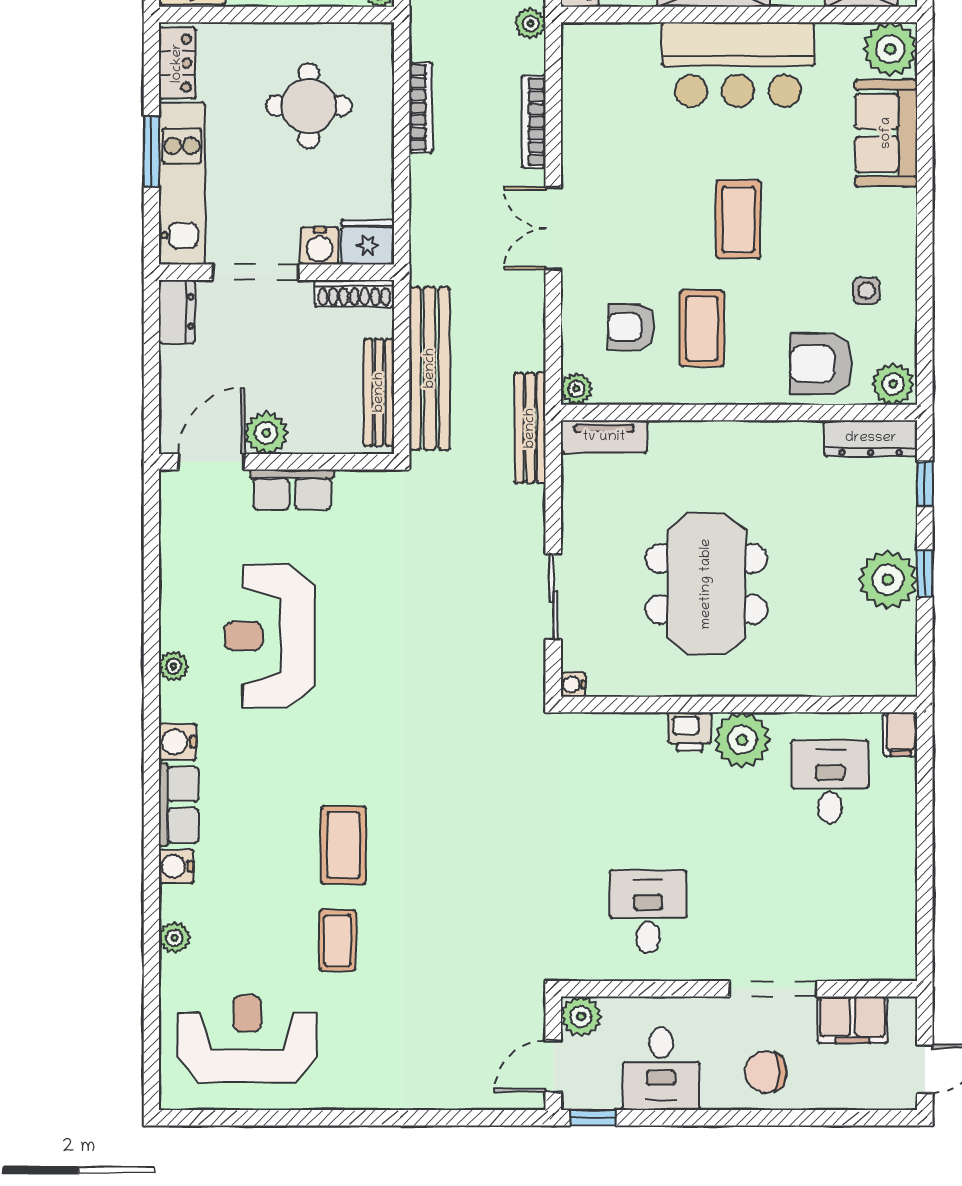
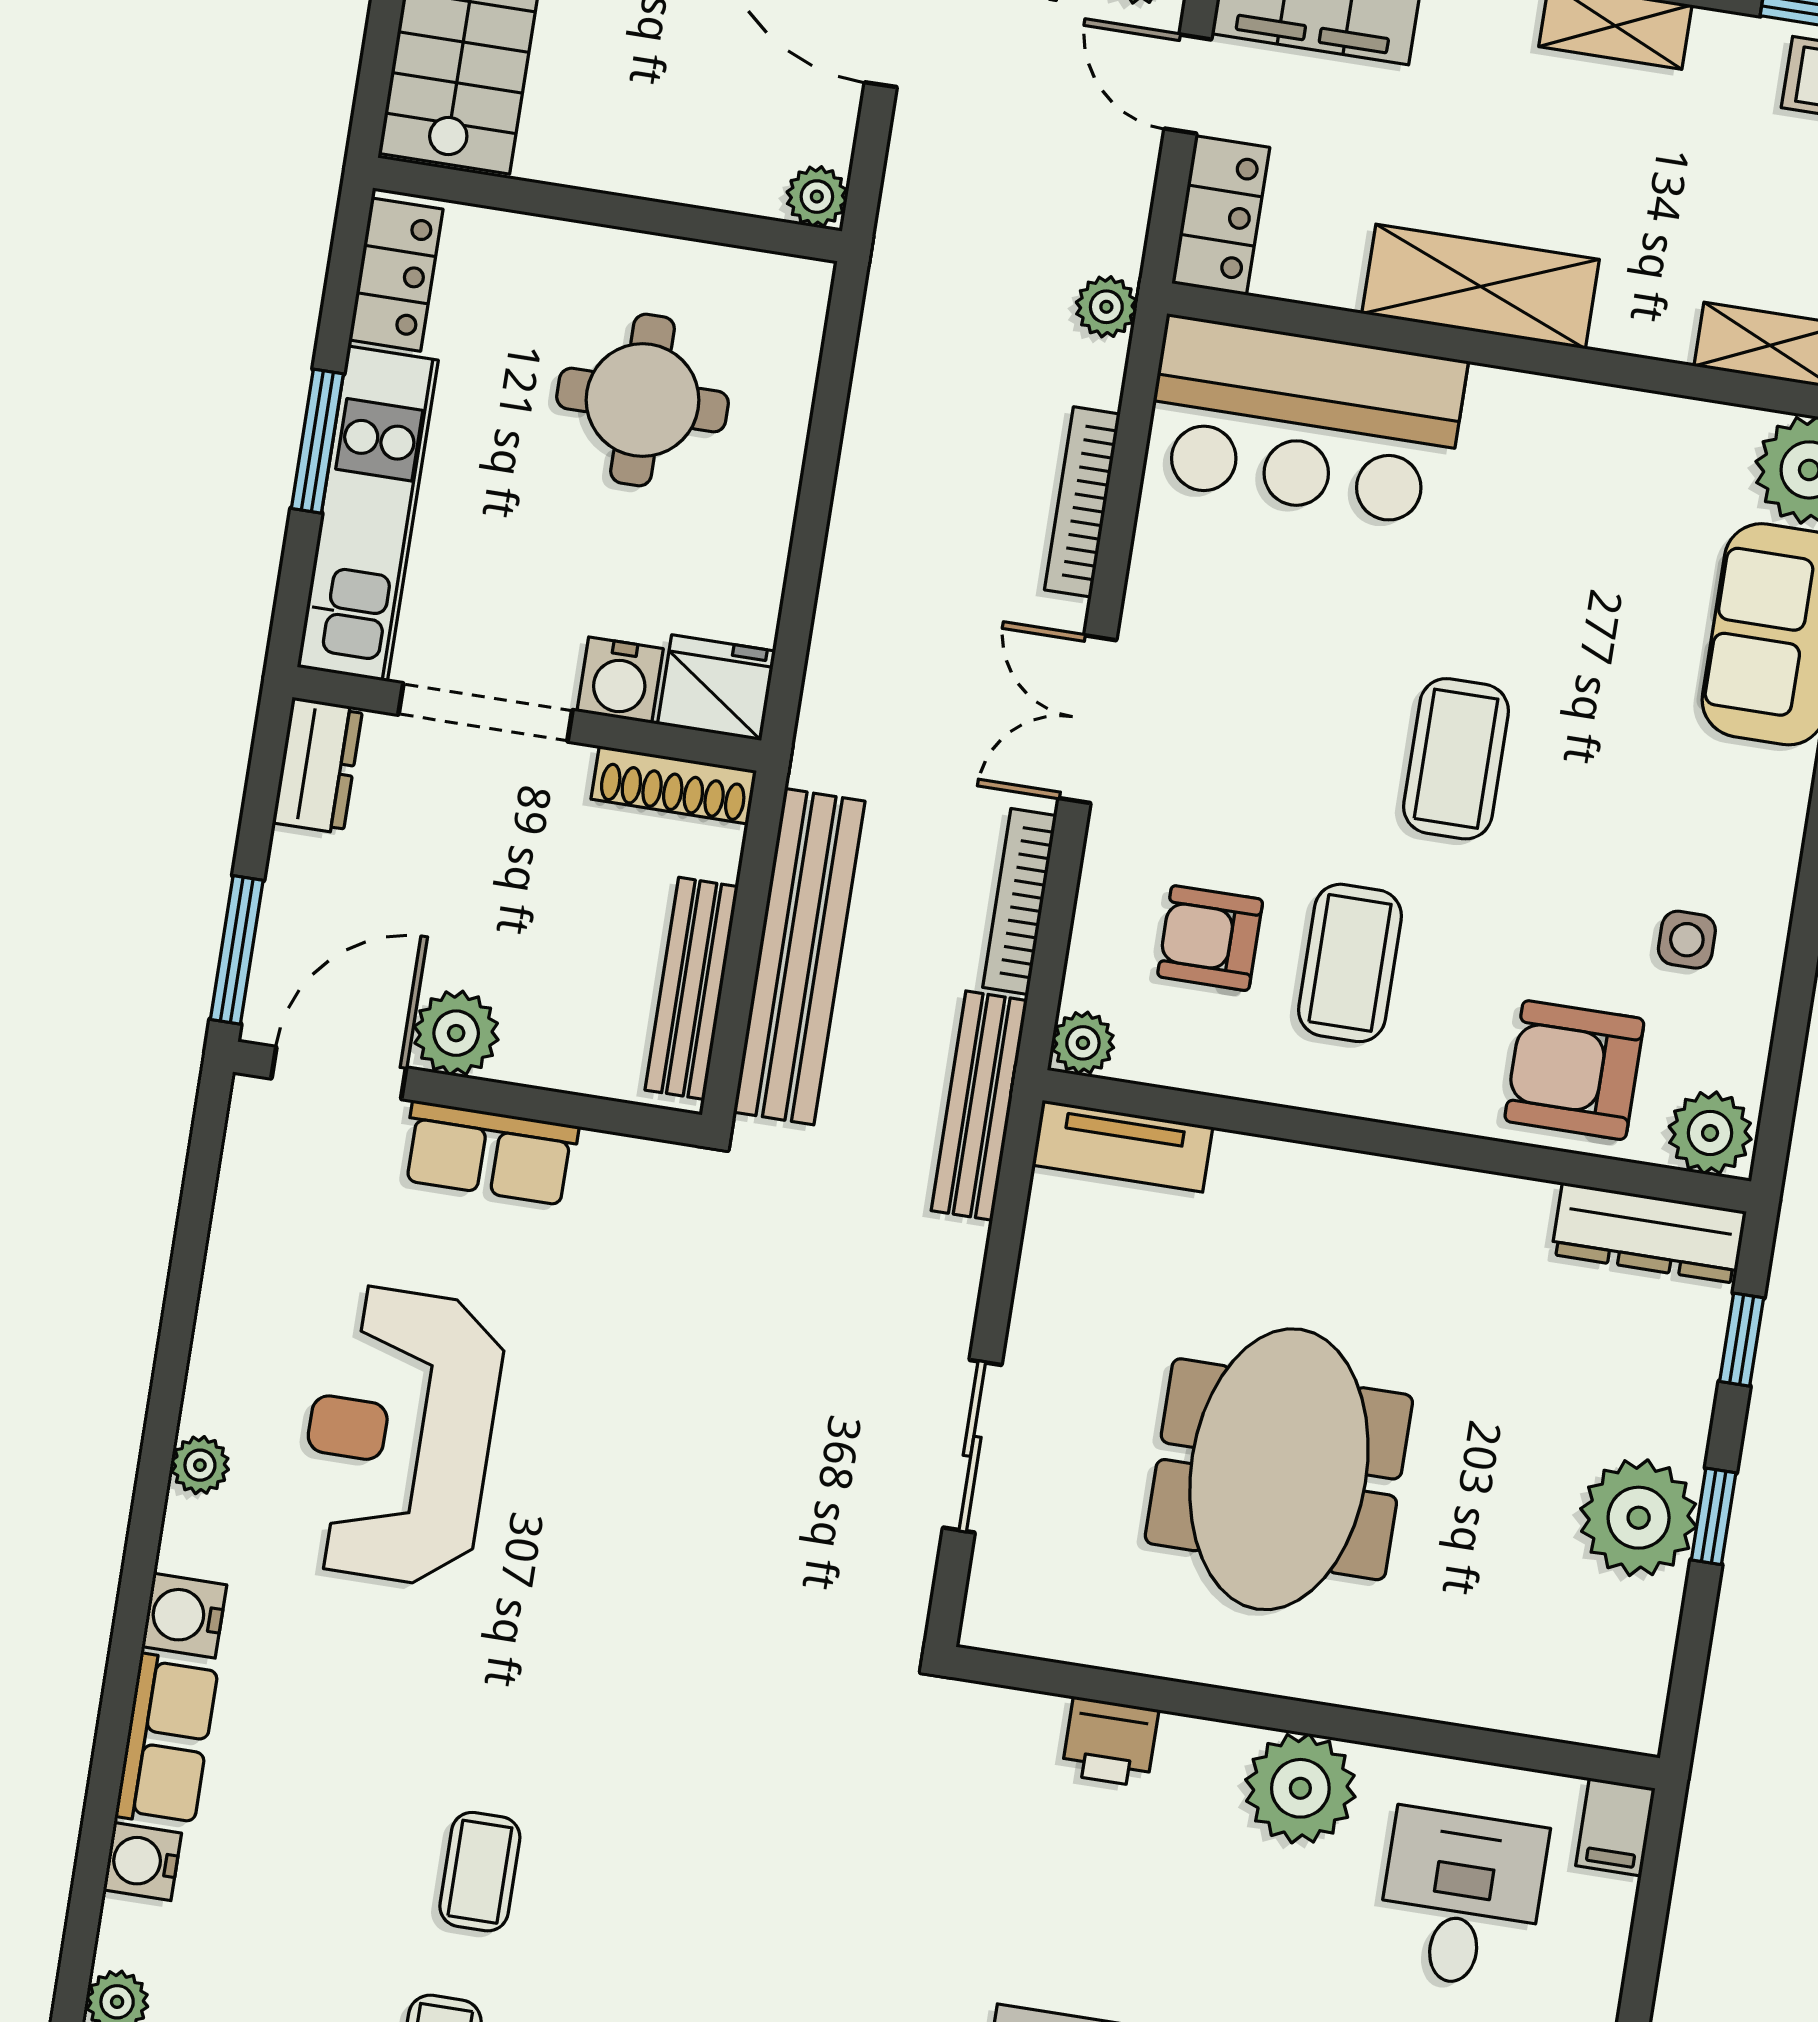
bar counter: (738, 64) -> (1304, 421), moved
bookcase: (421, 108) -> (1020, 902), moved, turned 180
window: (151, 409) -> (237, 950), added
water cooler: (573, 685) -> (984, 1626), removed
printer: (690, 732) -> (1110, 1742), moved
coffee table: (343, 845) -> (480, 1872), width x0.73, depth x0.77

